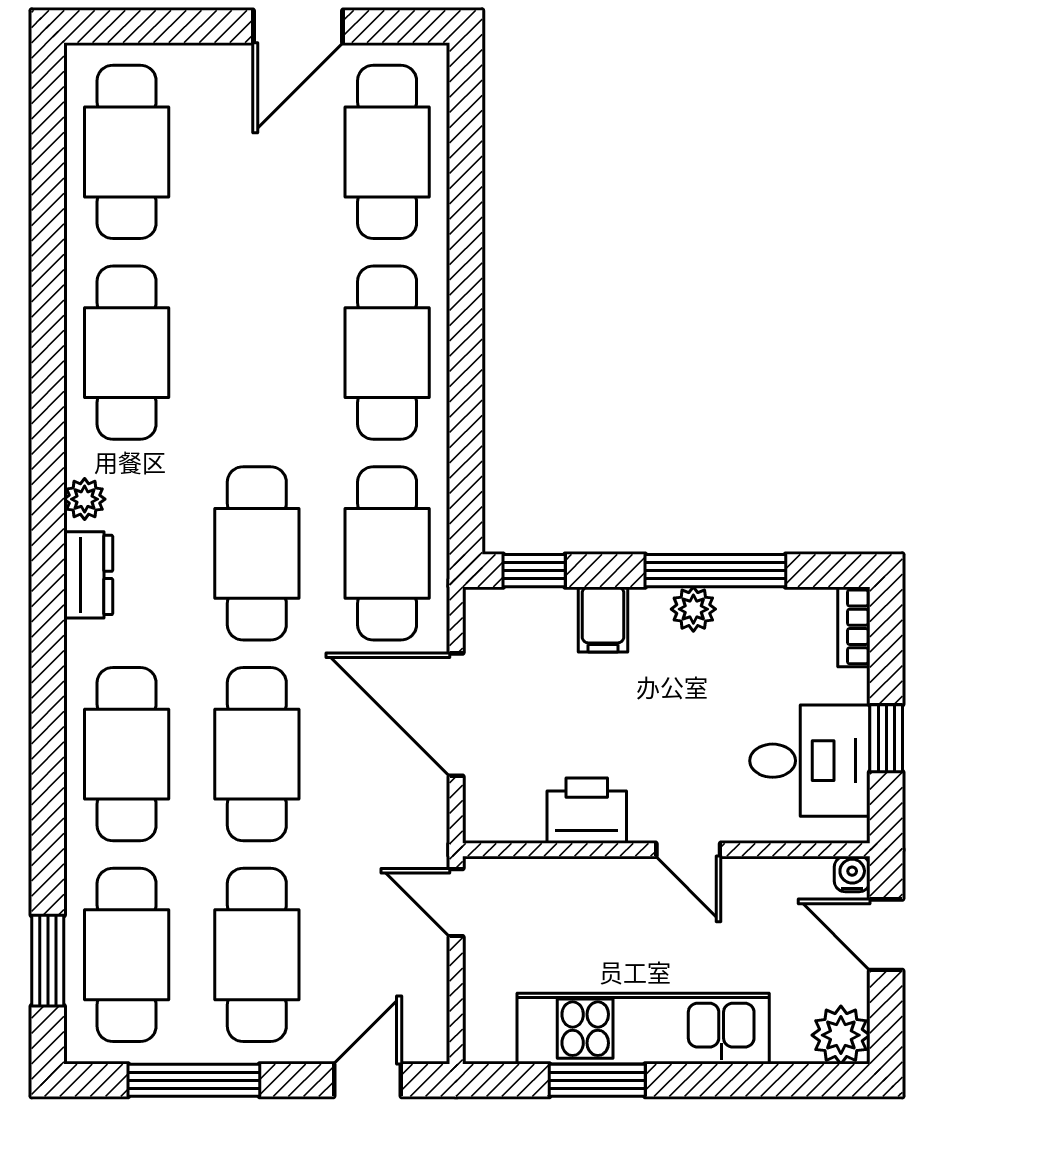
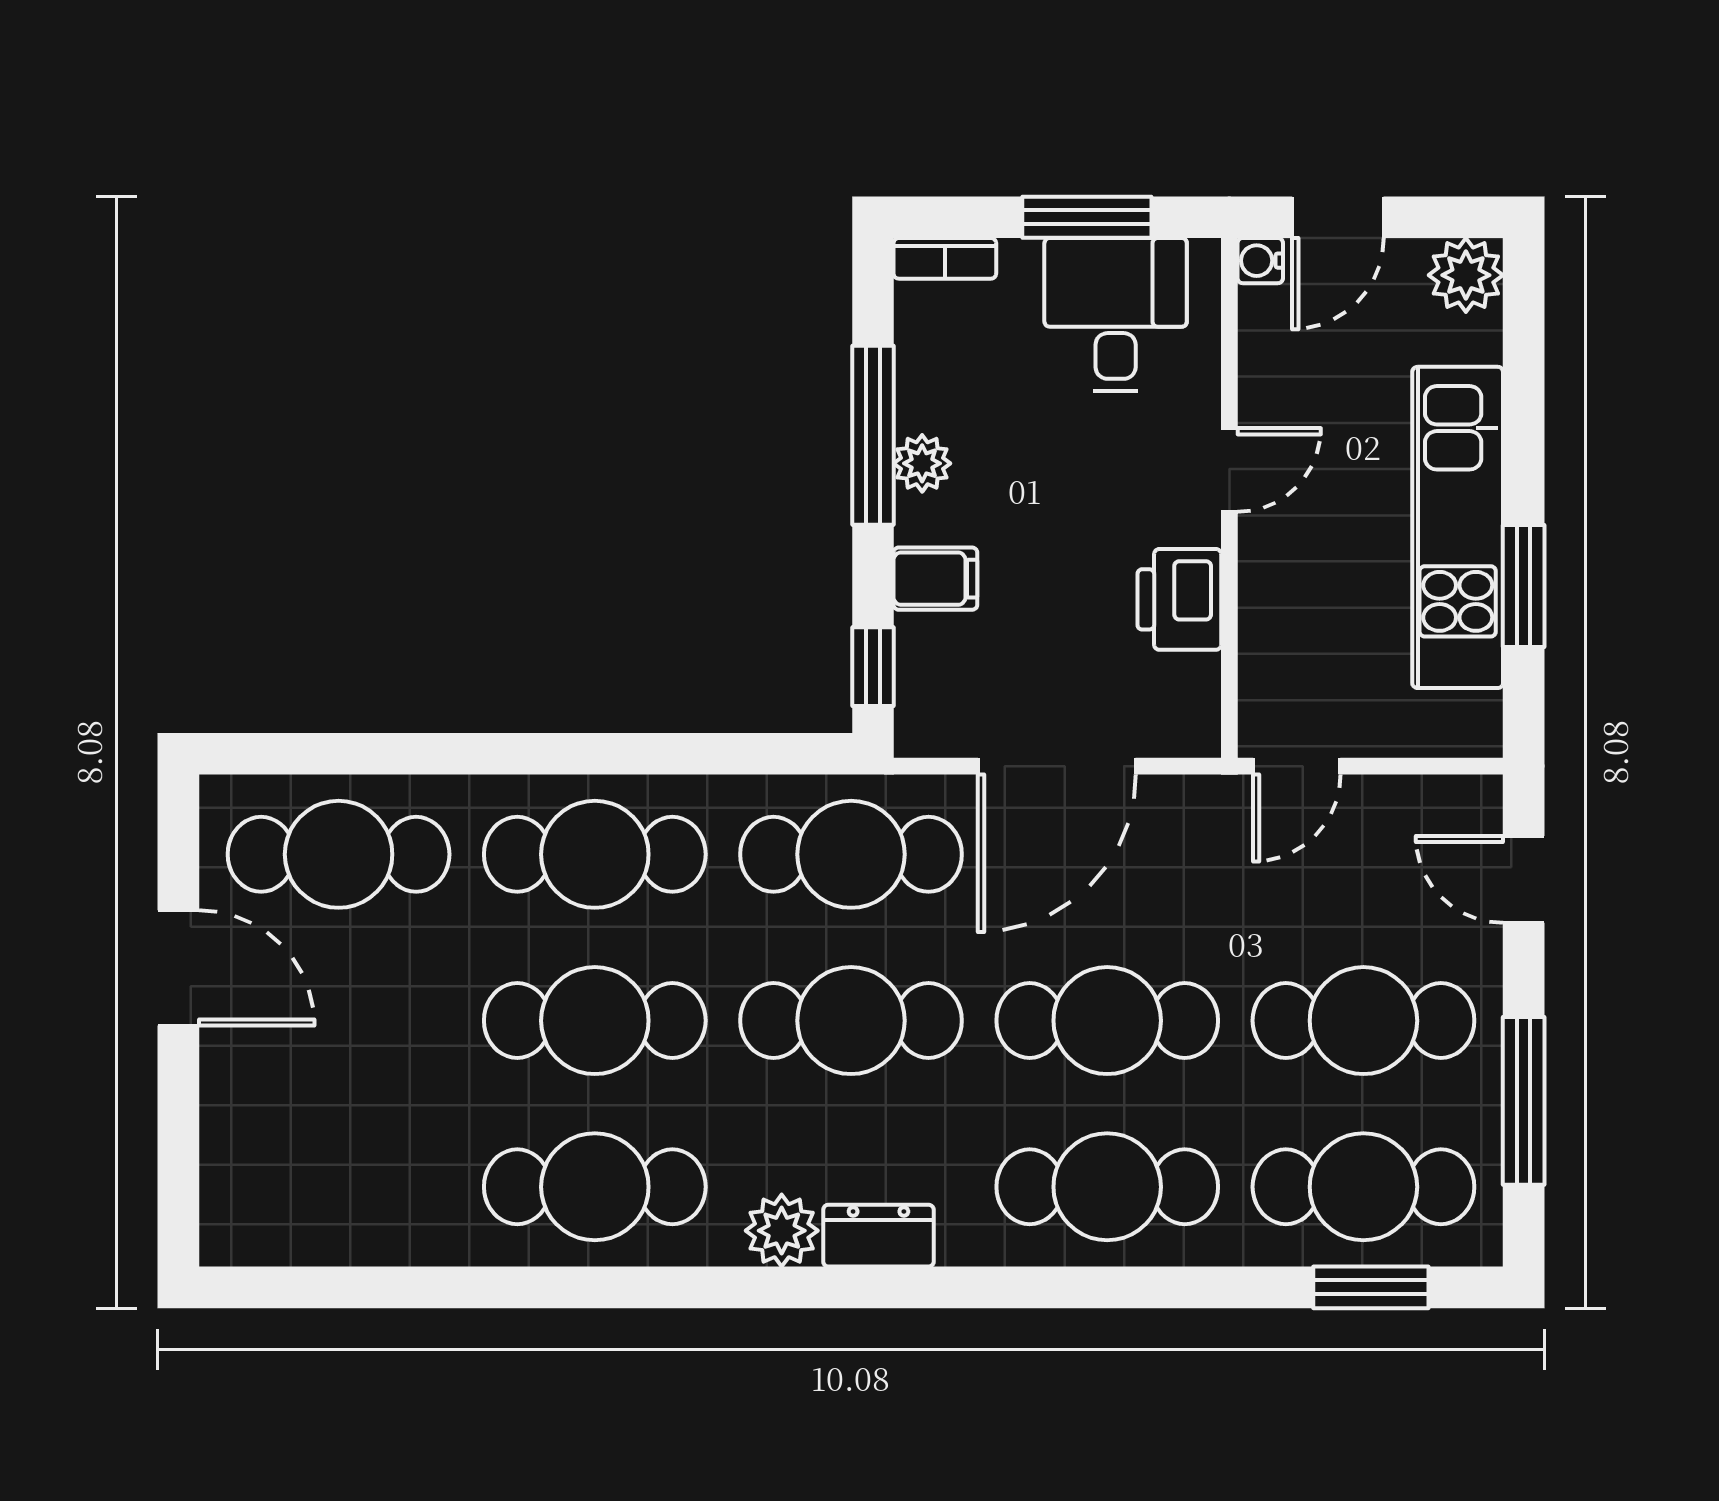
cafe table: (127, 152) -> (595, 1021), moved
plant: (85, 499) -> (782, 1231), width x1.38, depth x1.38
window: (886, 738) -> (1087, 217), width x1.50

